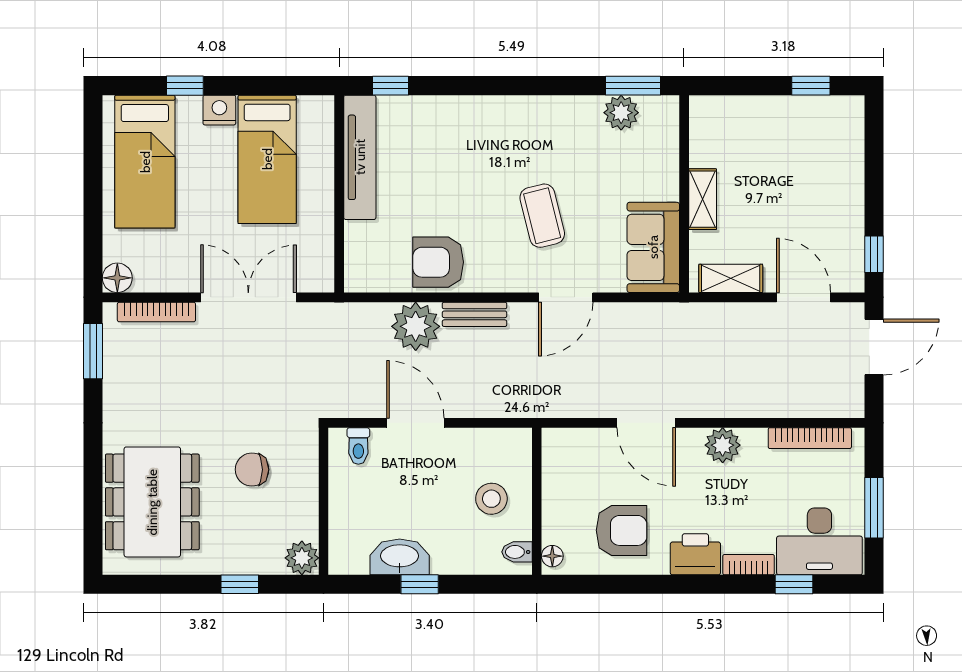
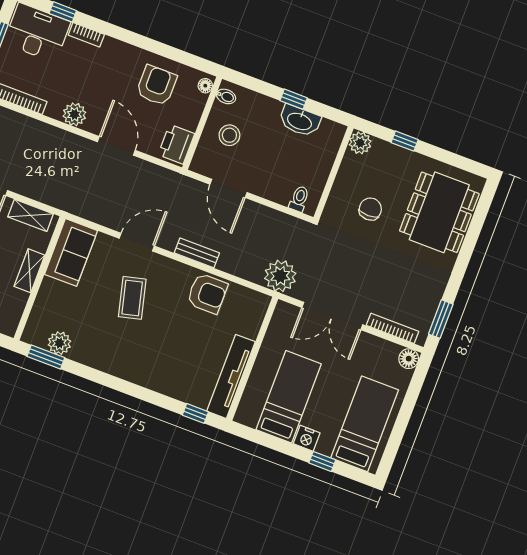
plant: (416, 326) -> (280, 276), moved
door: (415, 423) -> (229, 188), moved
chair: (252, 470) -> (370, 209), turned -90
armchair: (622, 530) -> (157, 85), turned 90
printer: (695, 554) -> (176, 144), moved, turned 90

